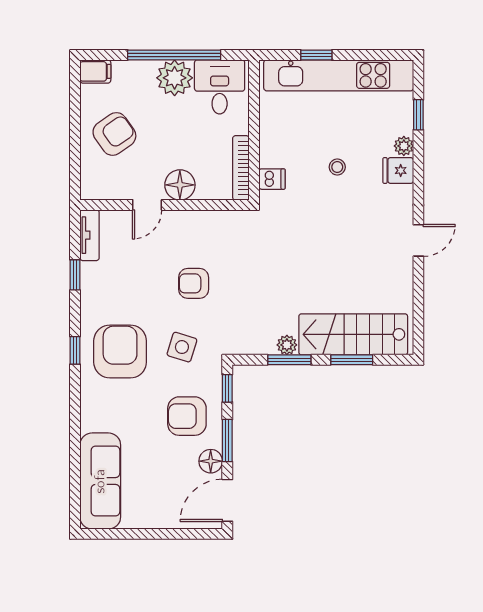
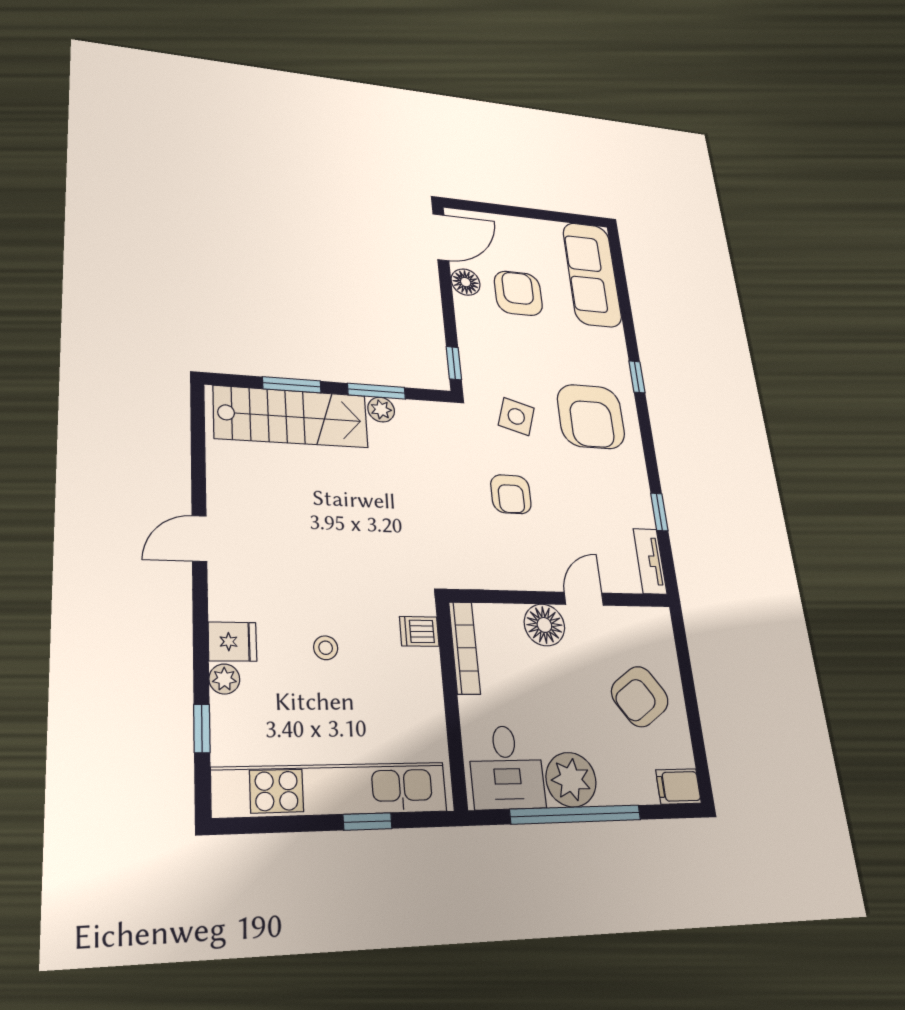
armchair: (194, 283) -> (511, 494), turned 90
window: (75, 350) -> (637, 377), moved
armchair: (187, 416) -> (518, 293), moved, turned -90
window: (227, 441) -> (448, 303), removed

